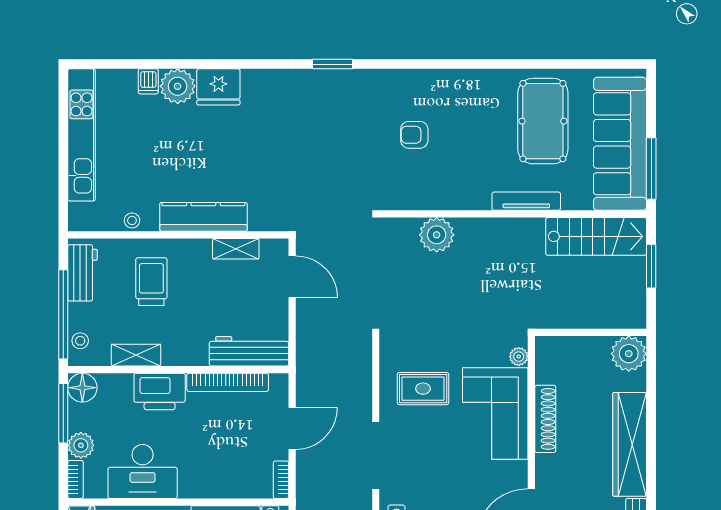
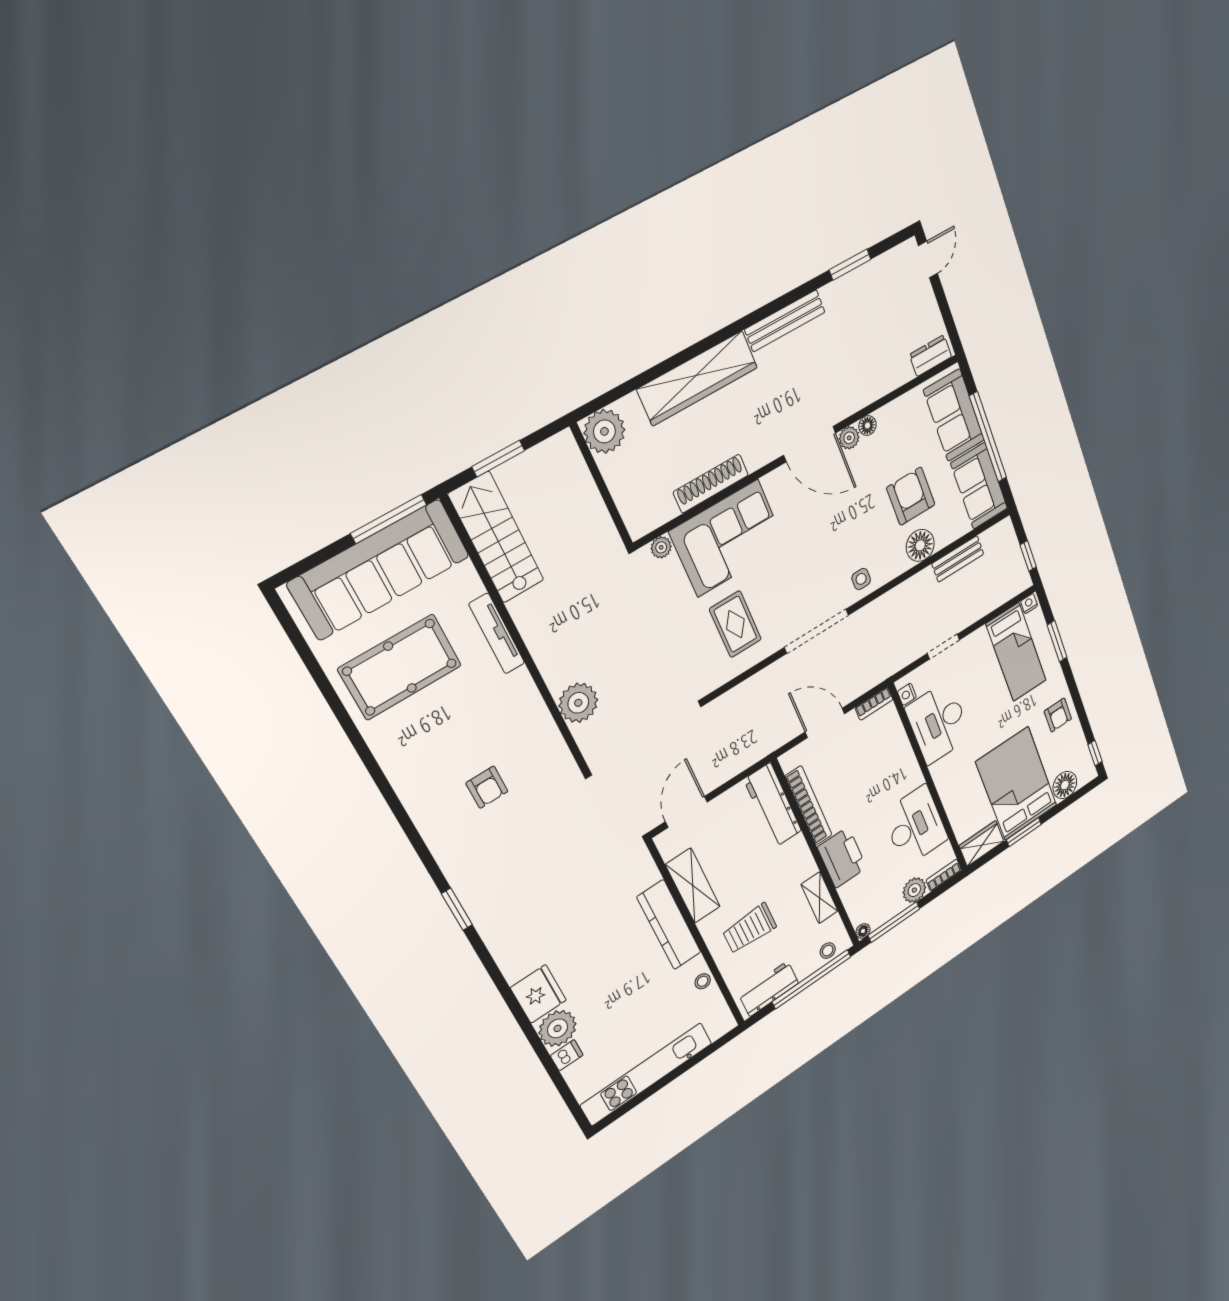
shelving: (236, 249) -> (693, 886), width x1.50, depth x1.33
floor lamp: (82, 388) -> (863, 931), width x0.53, depth x0.53

